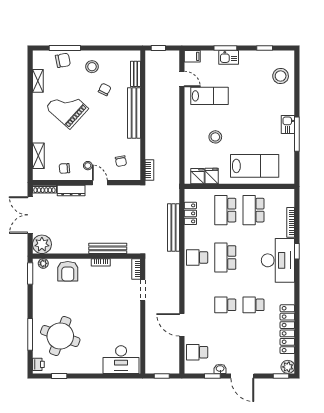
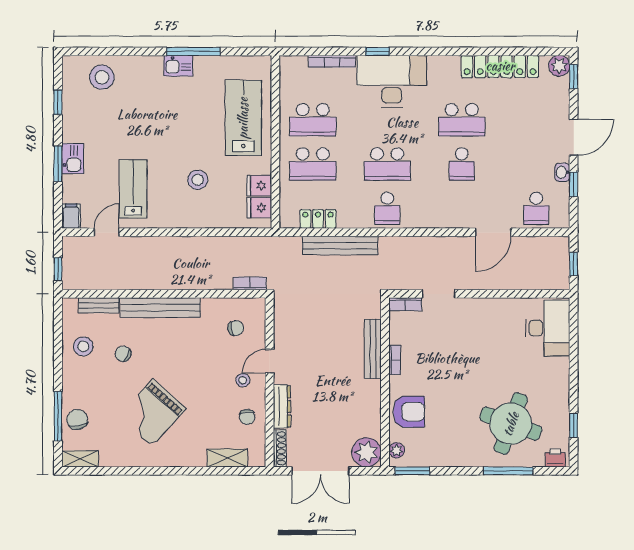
stool: (92, 67) -> (83, 346), moved
shelving: (38, 81) -> (80, 459), moved
school desk: (254, 305) -> (462, 120), width x1.85

